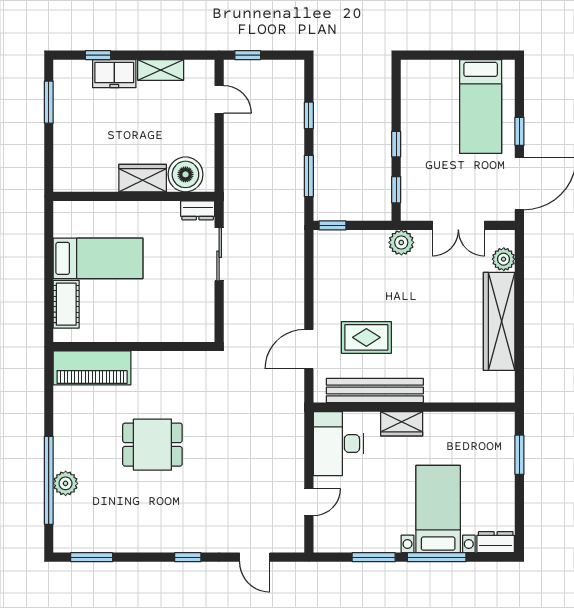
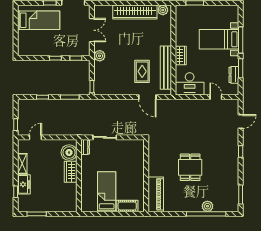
plant: (504, 259) -> (163, 10), moved
dresser: (496, 542) -> (234, 75), moved

